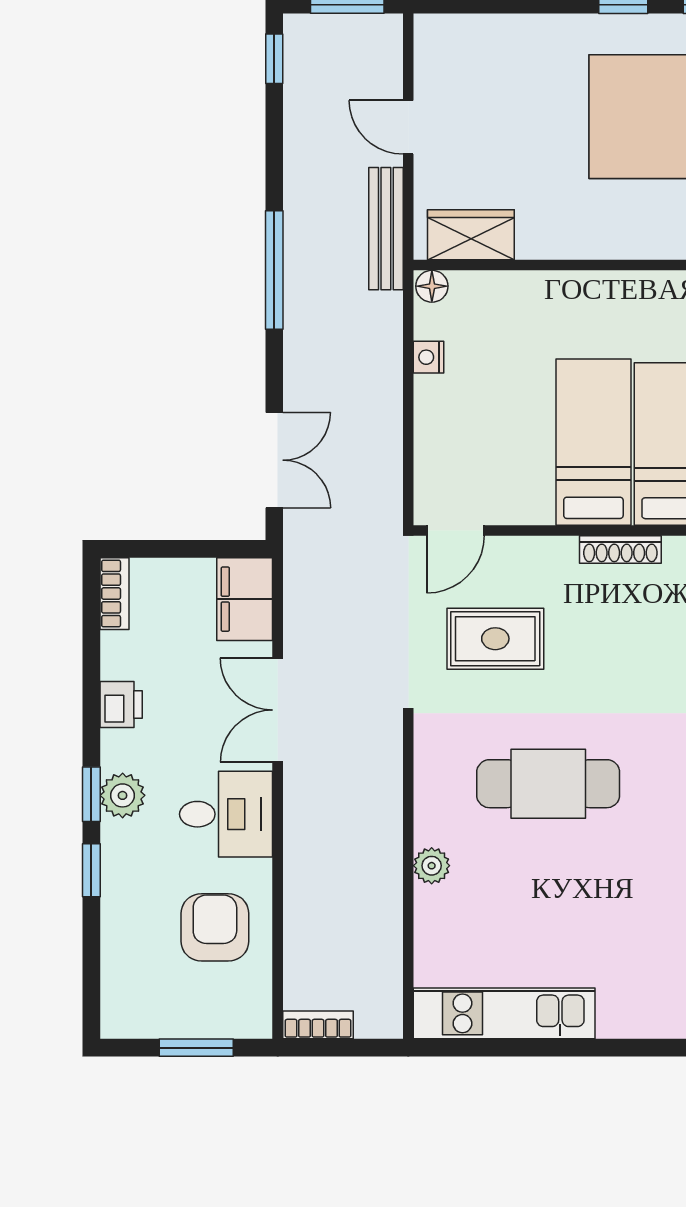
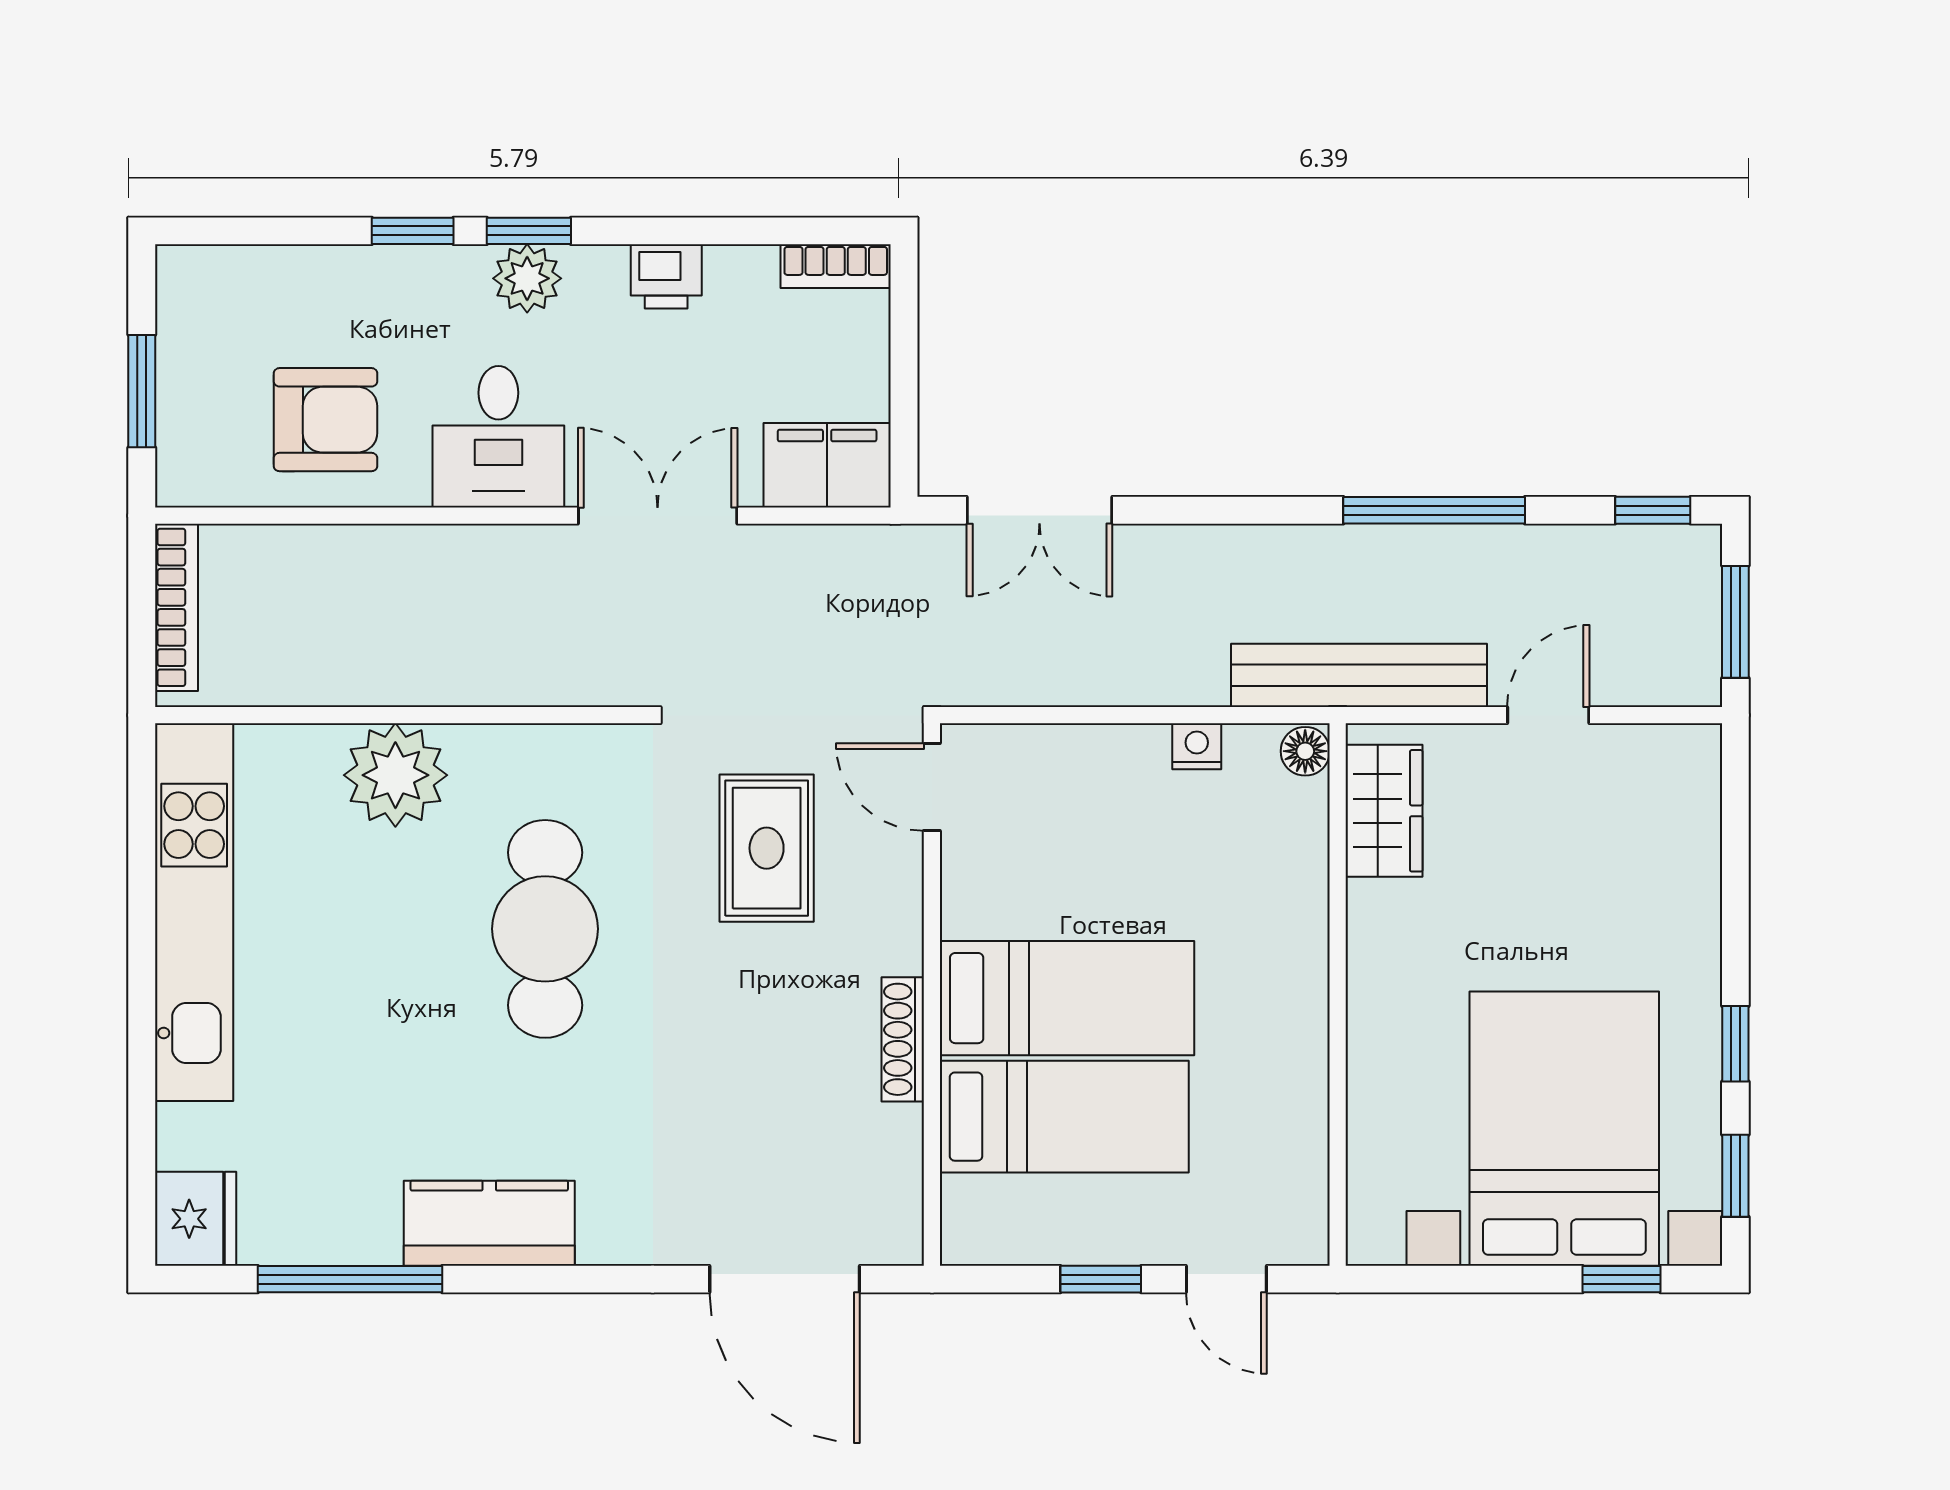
bench: (386, 229) -> (1359, 675), width x1.37, depth x1.21
window: (274, 270) -> (1434, 510), moved
plant: (432, 866) -> (395, 775), width x1.87, depth x1.87
kitchen unit: (504, 1013) -> (194, 912), width x1.36
bookcase: (318, 1025) -> (177, 607), width x1.56

